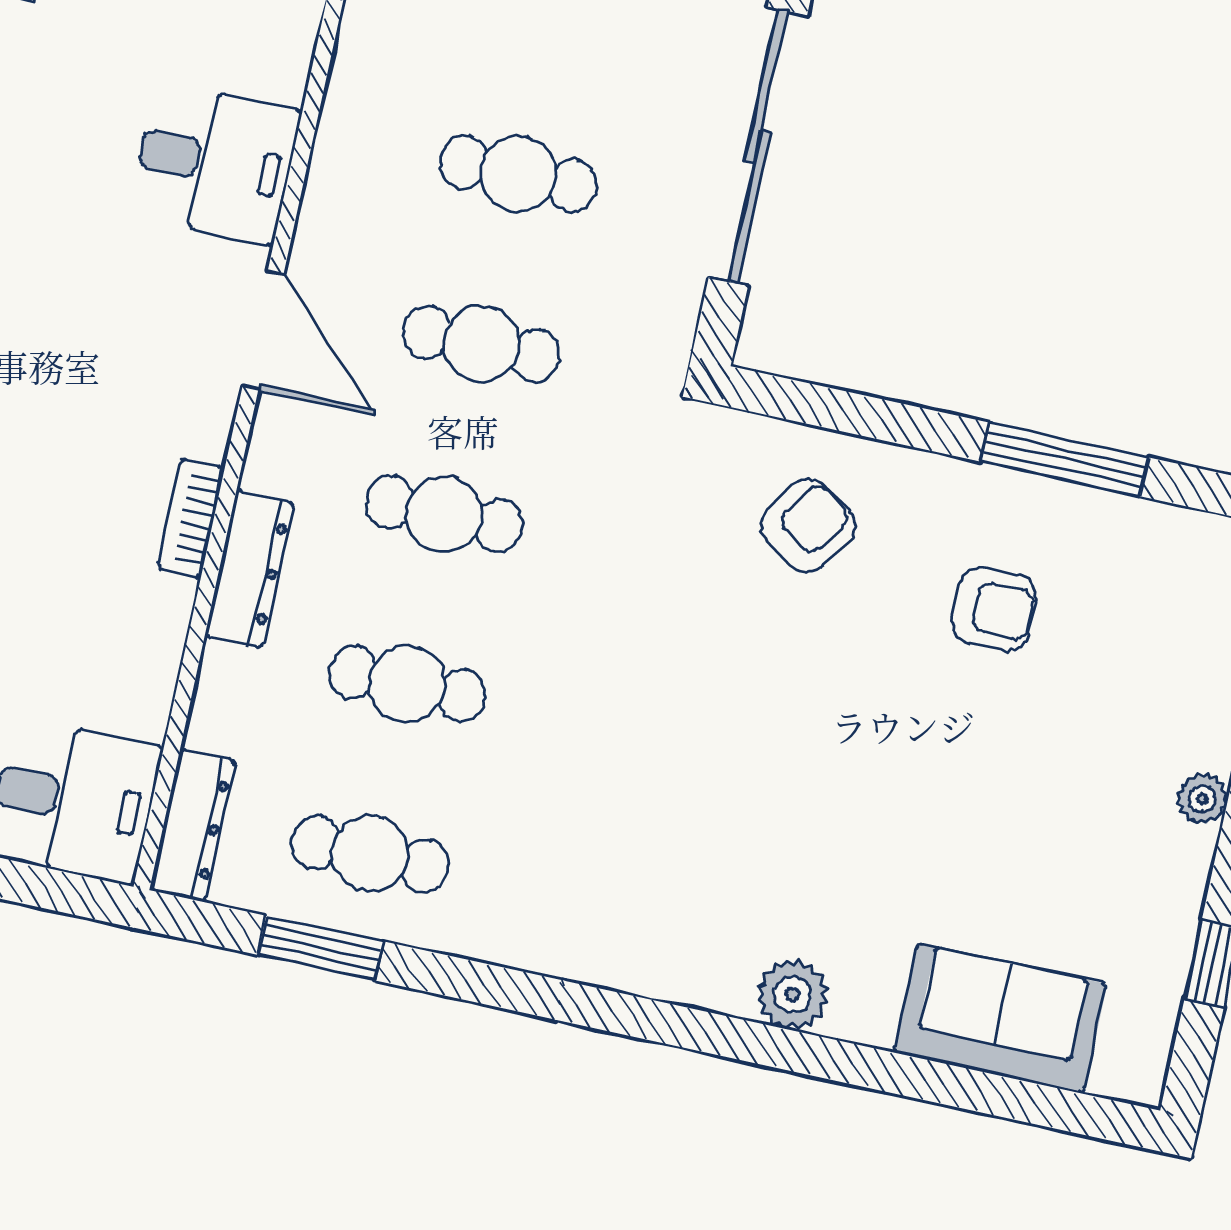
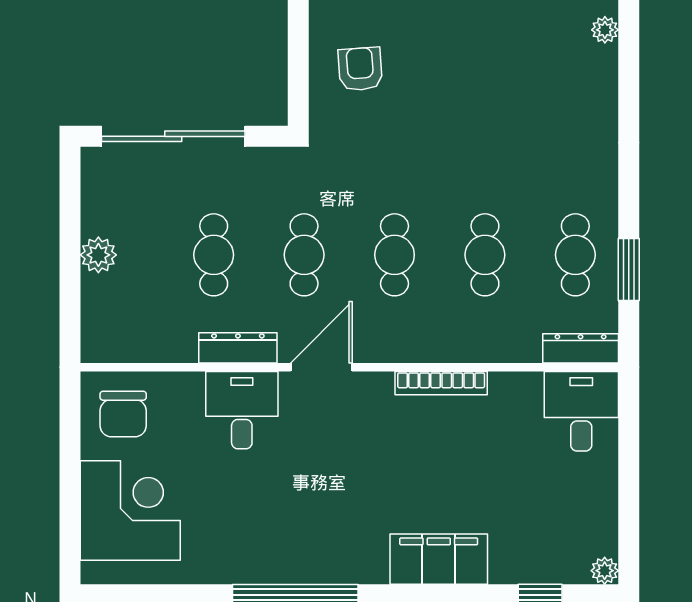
bookcase: (191, 518) -> (441, 383), width x1.56
armchair: (808, 525) -> (360, 69), turned 52
dresser: (249, 569) -> (238, 348), moved
plant: (792, 994) -> (605, 30), width x0.73, depth x0.73

